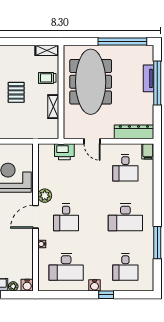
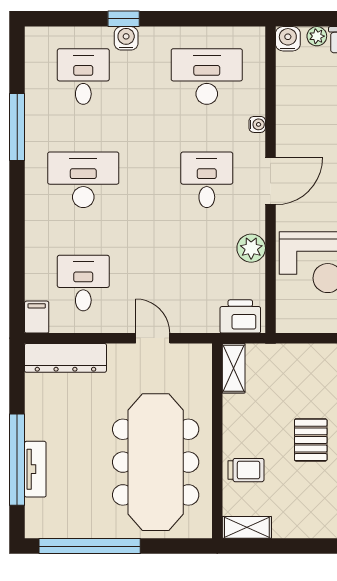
shelving: (53, 107) -> (234, 368), moved
printer: (64, 152) -> (240, 316), moved
plant: (45, 196) -> (251, 248), moved
water cooler: (95, 285) -> (126, 38), moved

